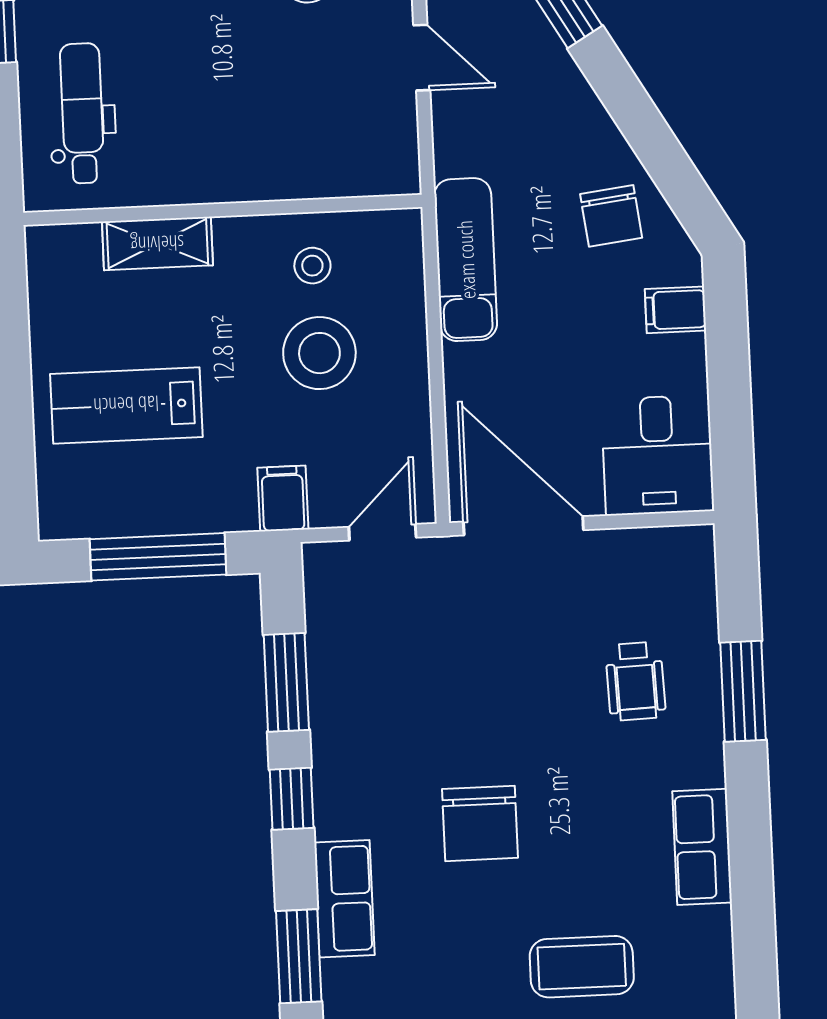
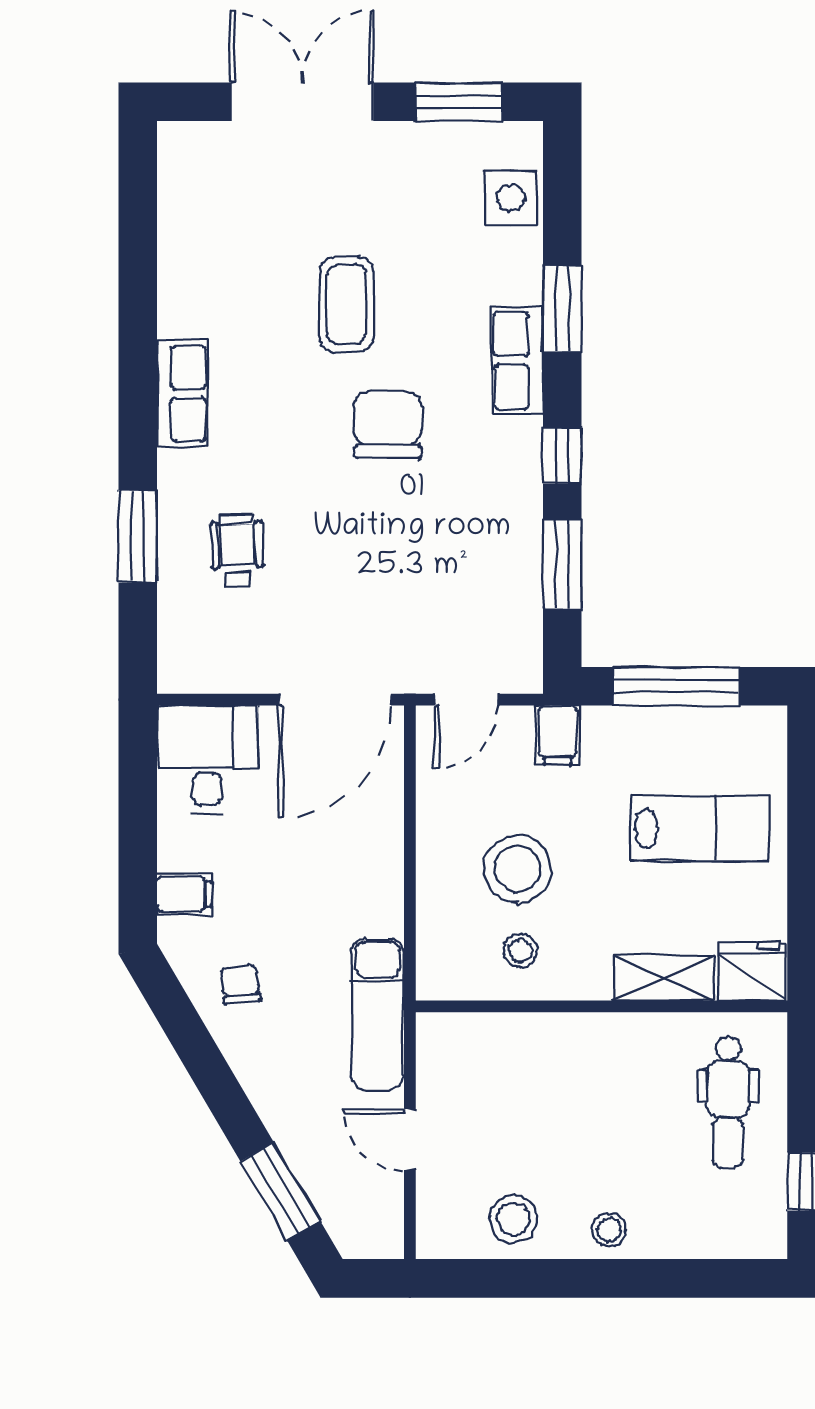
chair: (611, 216) -> (240, 984), width x0.73, depth x0.73
fridge: (63, 254) -> (752, 972), added
exam couch: (466, 260) -> (378, 1014), moved
door: (523, 526) -> (335, 700), hinge flipped
coffee table: (582, 967) -> (346, 304), moved, turned 90

